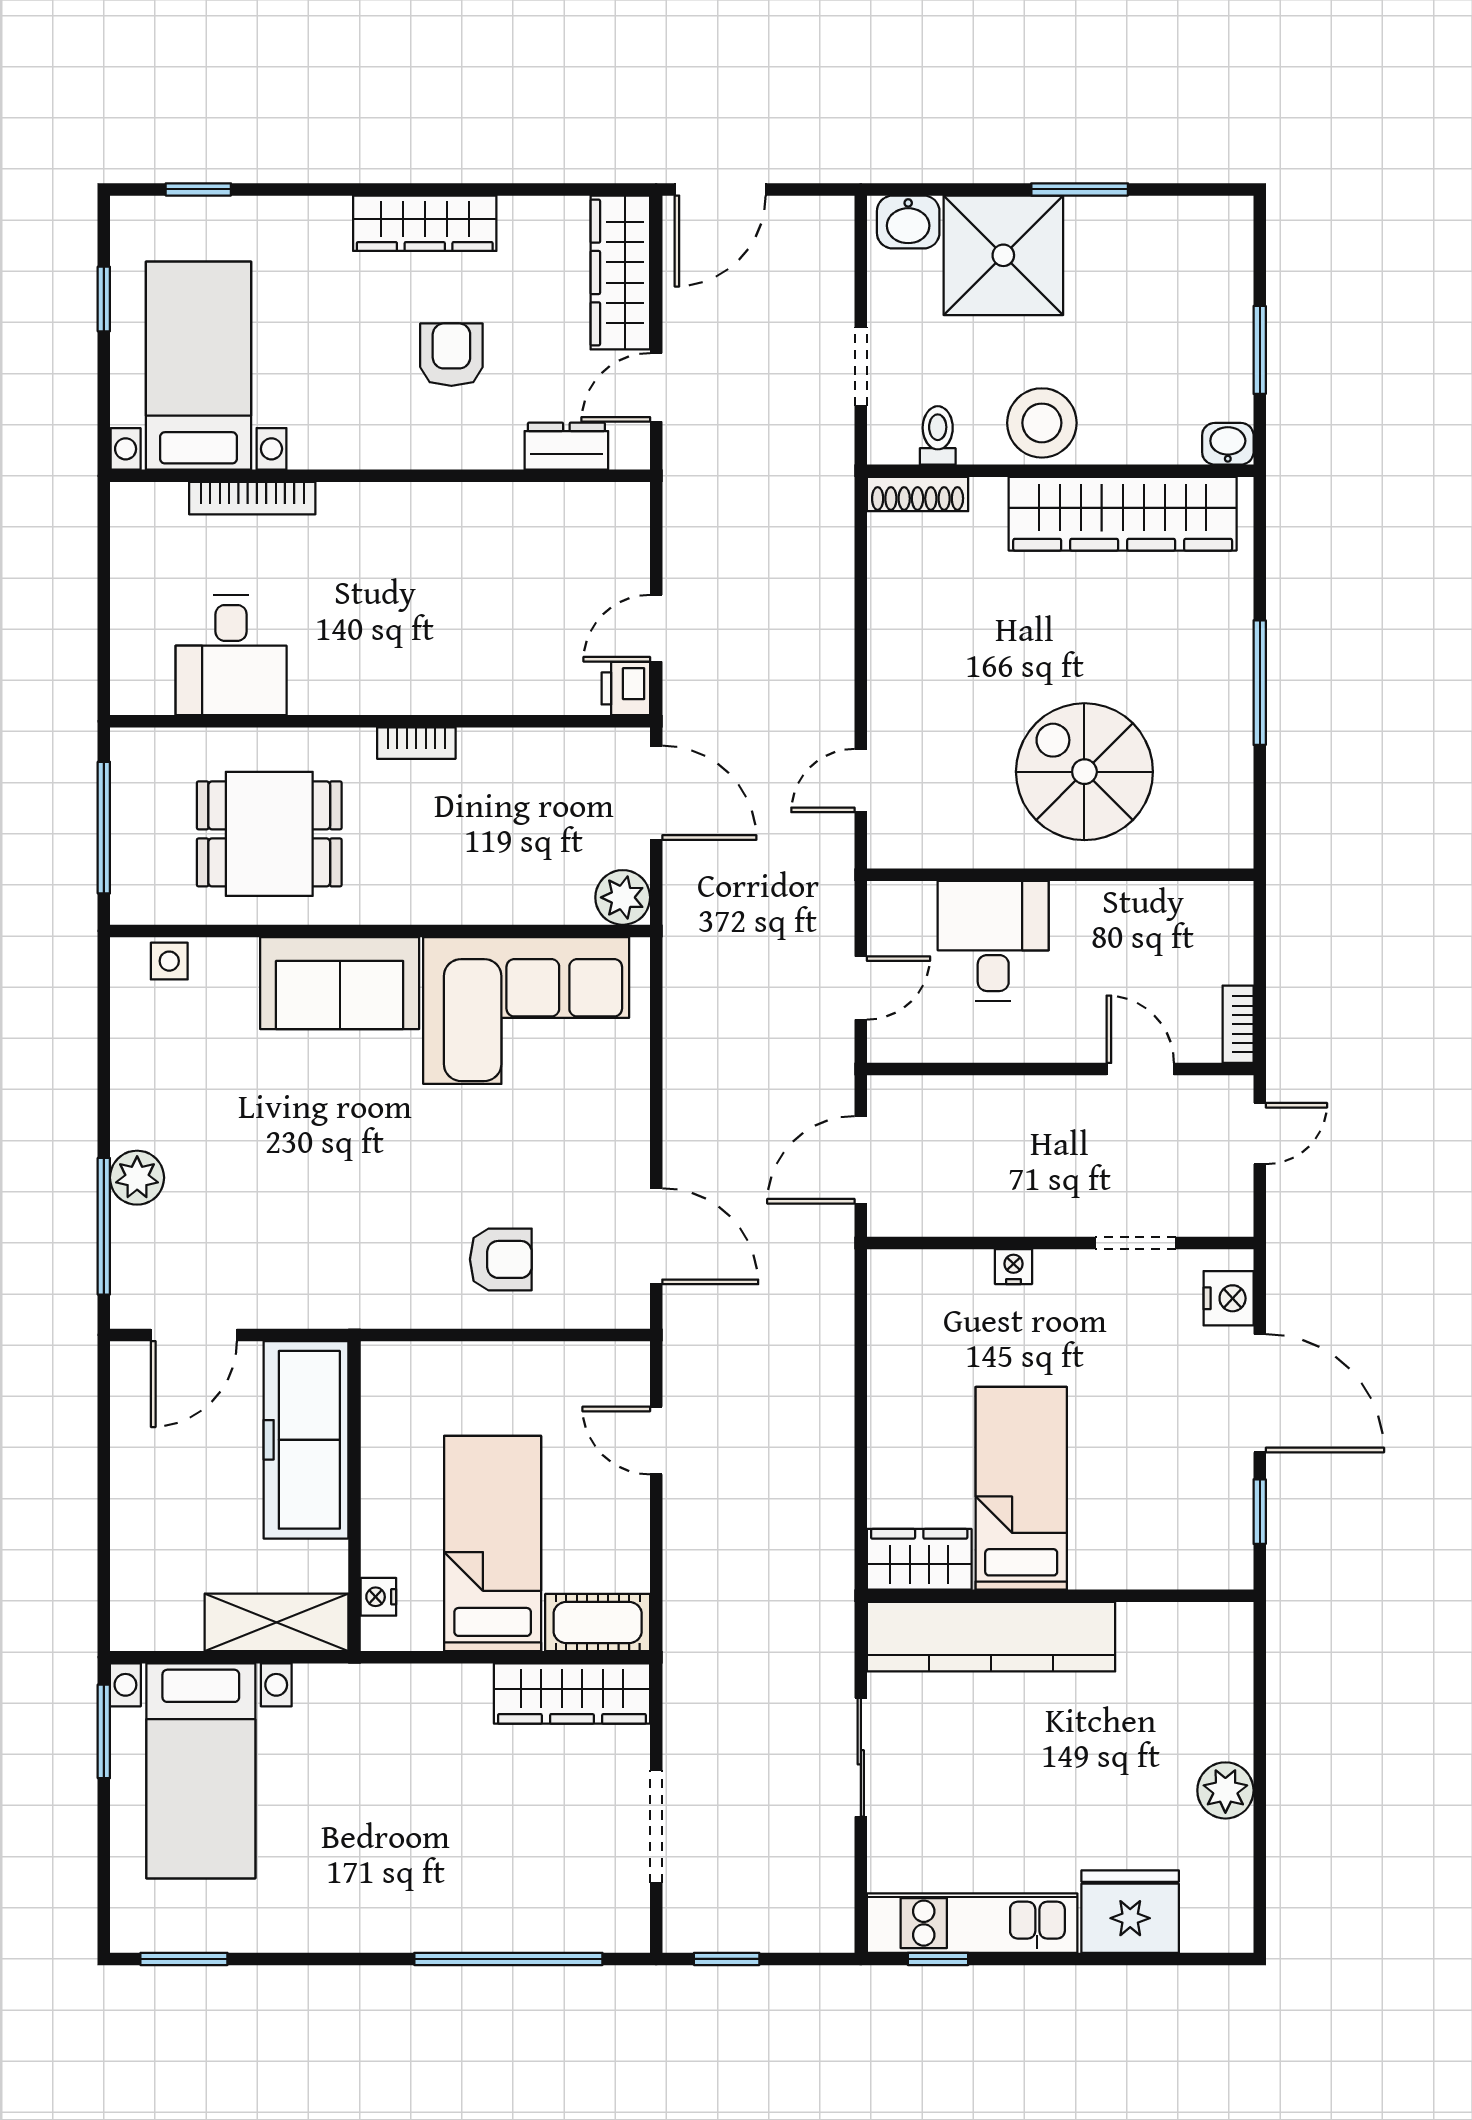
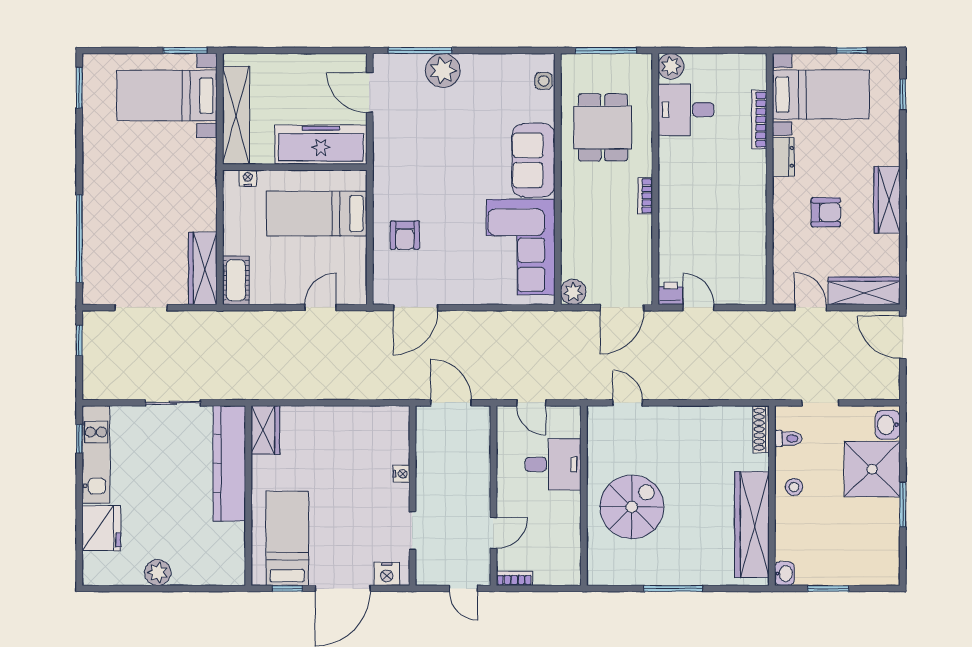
stool: (1042, 423) -> (794, 487), width x0.53, depth x0.53
dresser: (566, 446) -> (783, 157), moved
plant: (138, 688) -> (671, 66), added
plant: (137, 1178) -> (443, 70), width x1.36, depth x1.36
bed: (1021, 1488) -> (287, 538), moved, turned -90
bed: (493, 1543) -> (317, 214), moved, turned 180
shelving: (276, 1622) -> (236, 115), width x1.47

